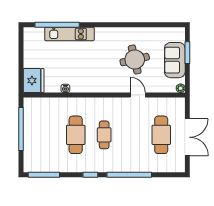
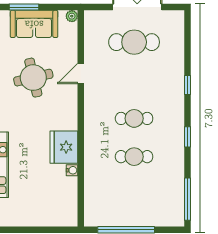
fridge: (34, 81) -> (64, 147), moved, turned -90
cafe table: (76, 135) -> (134, 157), width x0.73, depth x0.74
window: (129, 175) -> (187, 85), width x0.32

